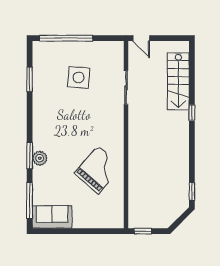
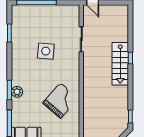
side table: (79, 77) -> (46, 51), moved
stairs: (178, 81) -> (120, 64), moved

